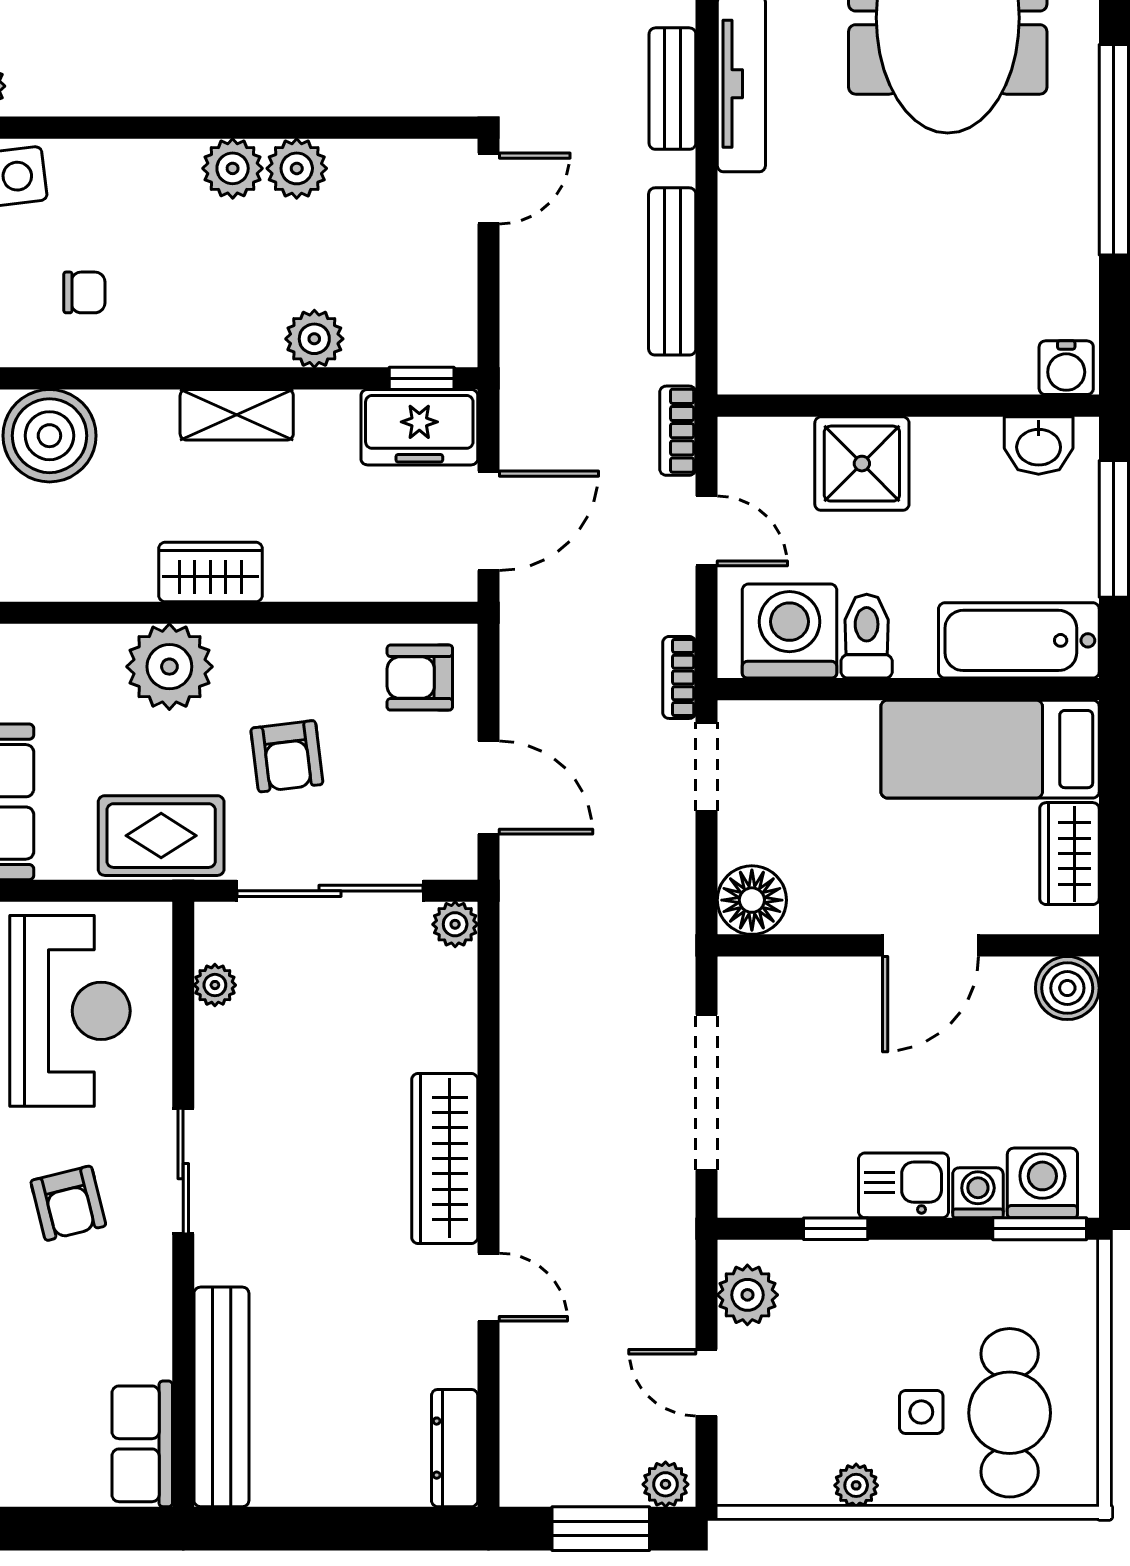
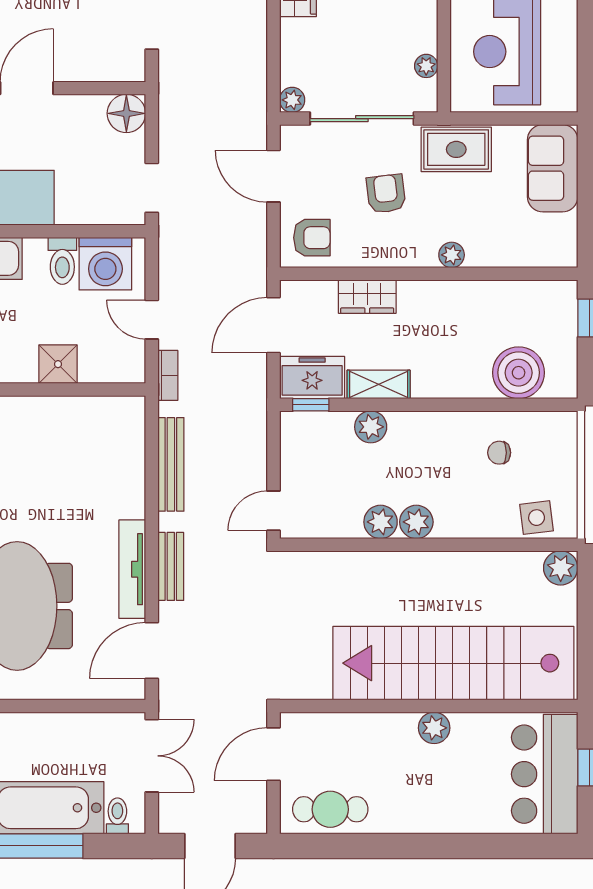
shelving: (237, 415) -> (379, 384), moved
shower: (862, 464) -> (58, 364), width x0.73, depth x0.73
wardrobe: (210, 572) -> (367, 297), moved
plant: (169, 667) -> (452, 255), width x0.53, depth x0.53
bookcase: (679, 677) -> (167, 238), removed

